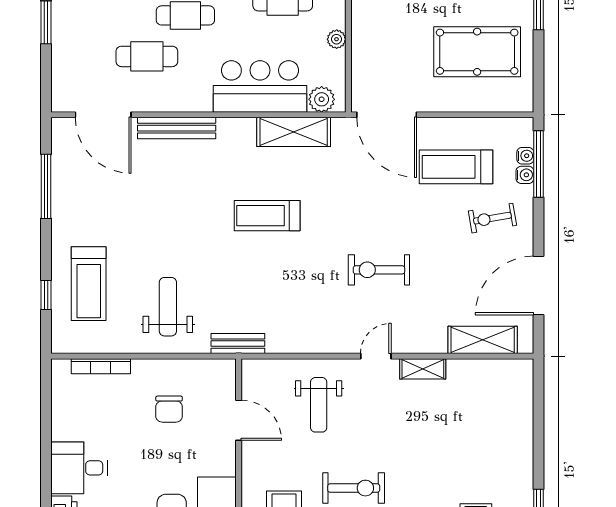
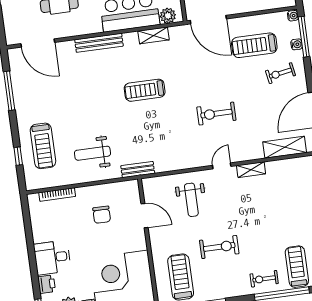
bench: (177, 128) -> (99, 43), moved
shelving: (294, 132) -> (153, 35), width x0.67, depth x0.75
water cooler: (525, 156) -> (293, 16), moved
weight bench: (168, 307) -> (92, 153), turned -90

